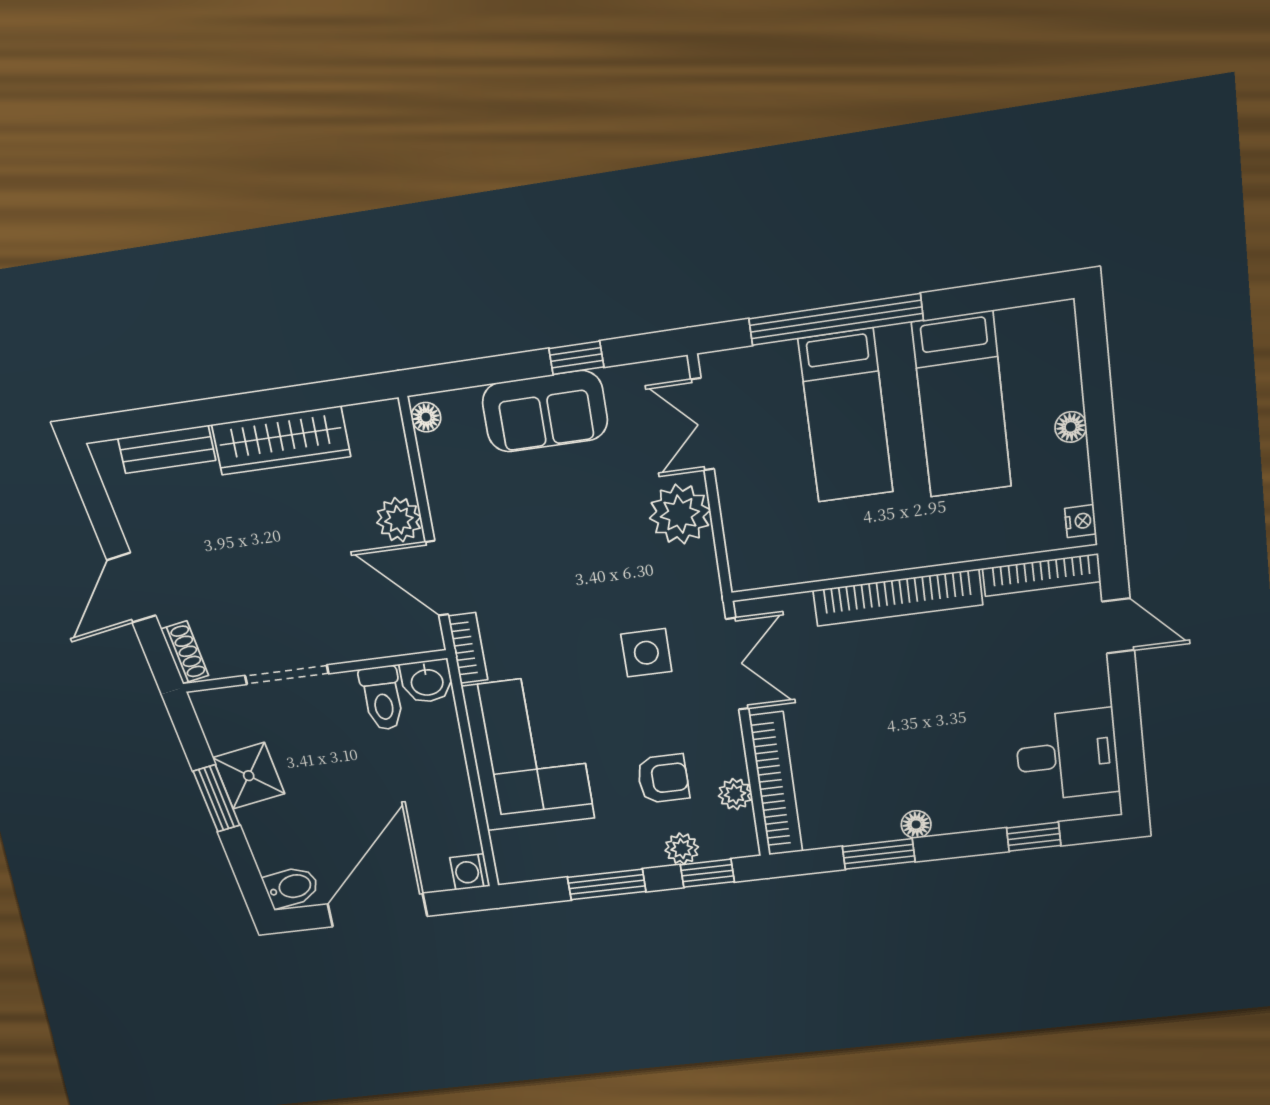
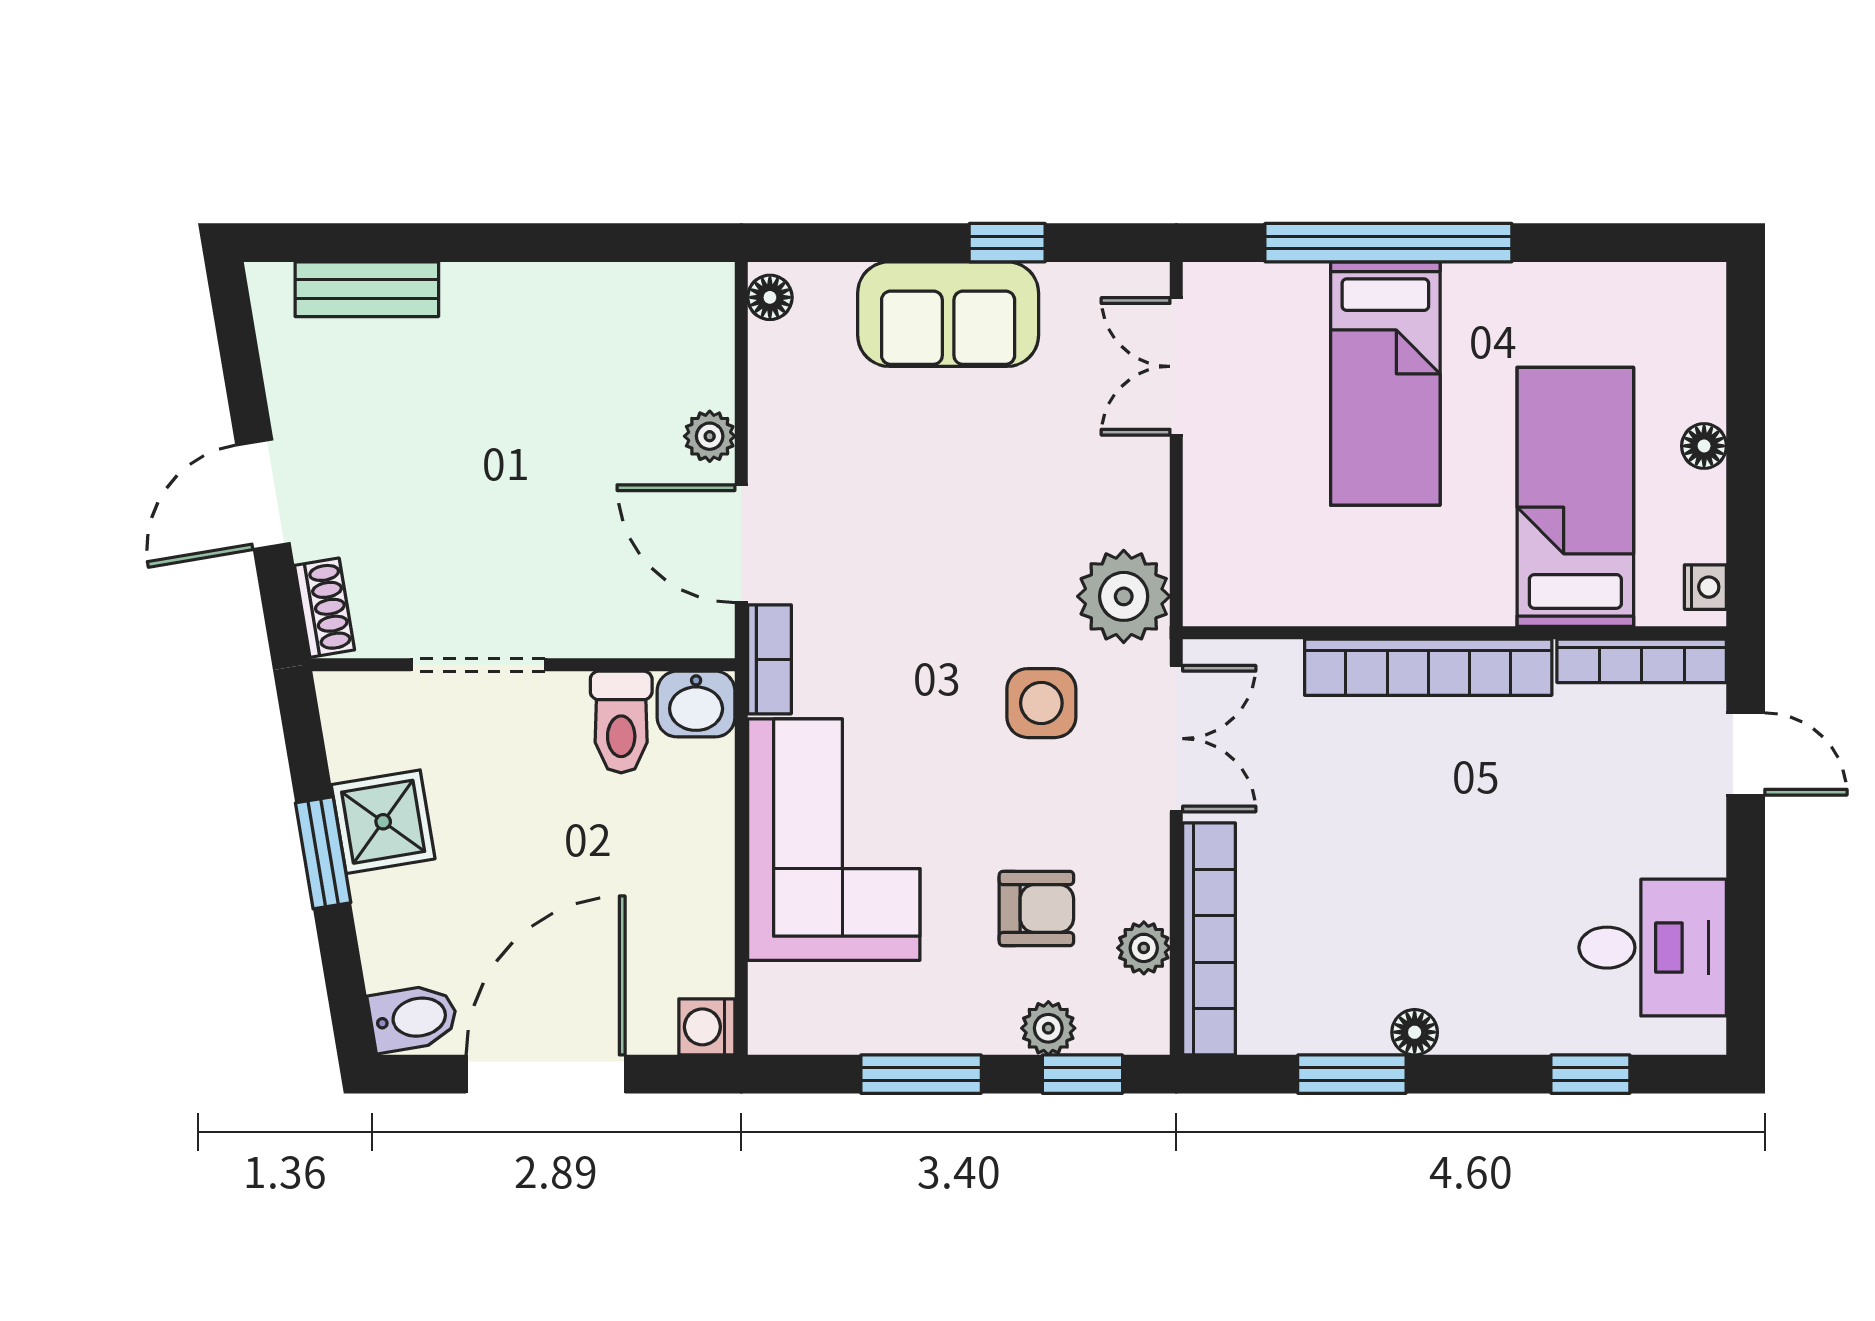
bed: (962, 405) -> (1575, 497), moved, turned 180
wardrobe: (281, 441) -> (545, 301), removed
plant: (680, 514) -> (1124, 596), moved
plant: (399, 520) -> (710, 436), width x0.73, depth x0.73

